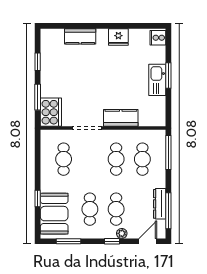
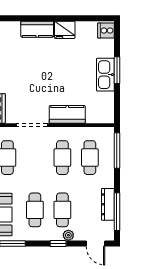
kitchen counter: (80, 36) -> (37, 29), moved
door: (148, 241) -> (95, 243), swing flipped

